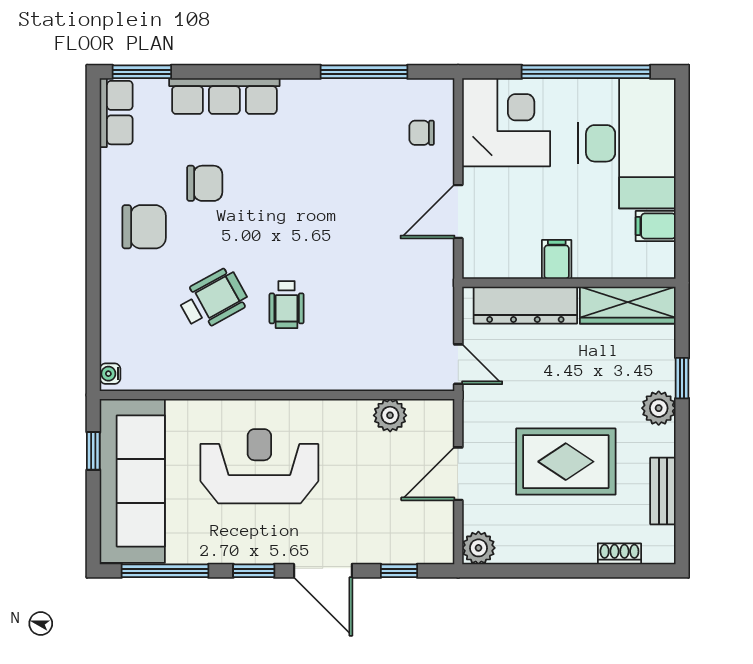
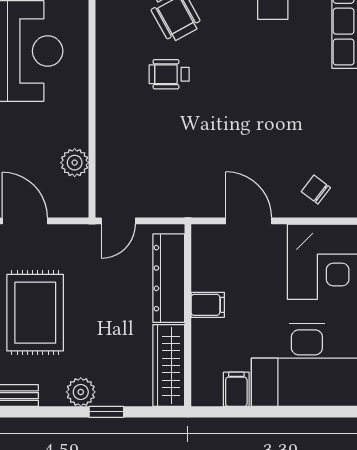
chair: (422, 133) -> (316, 190), turned -53

